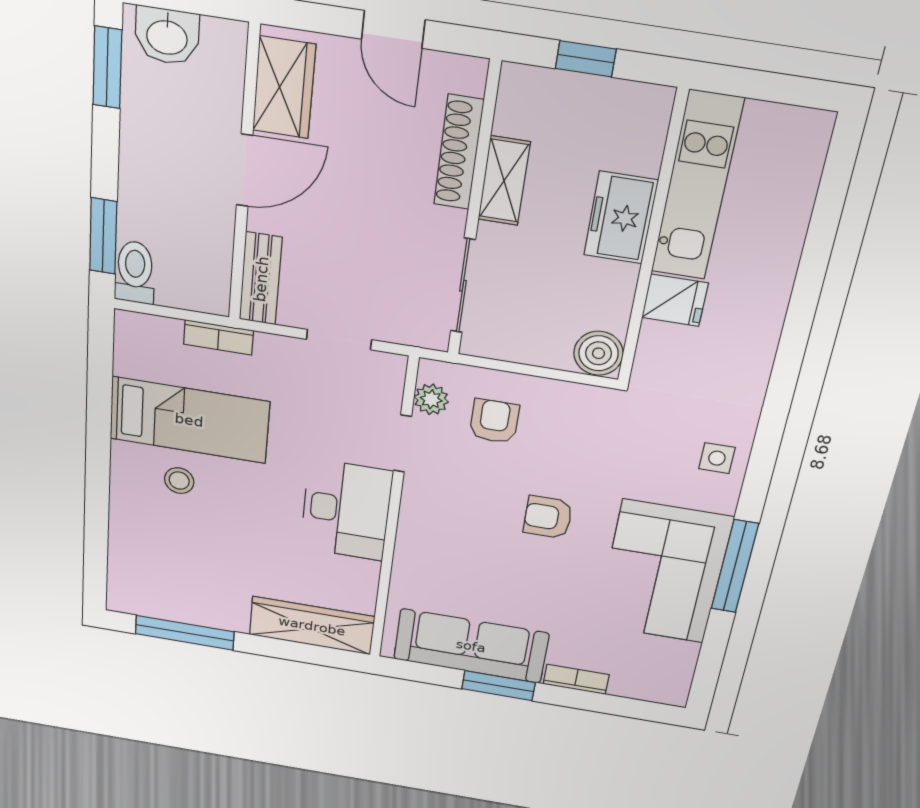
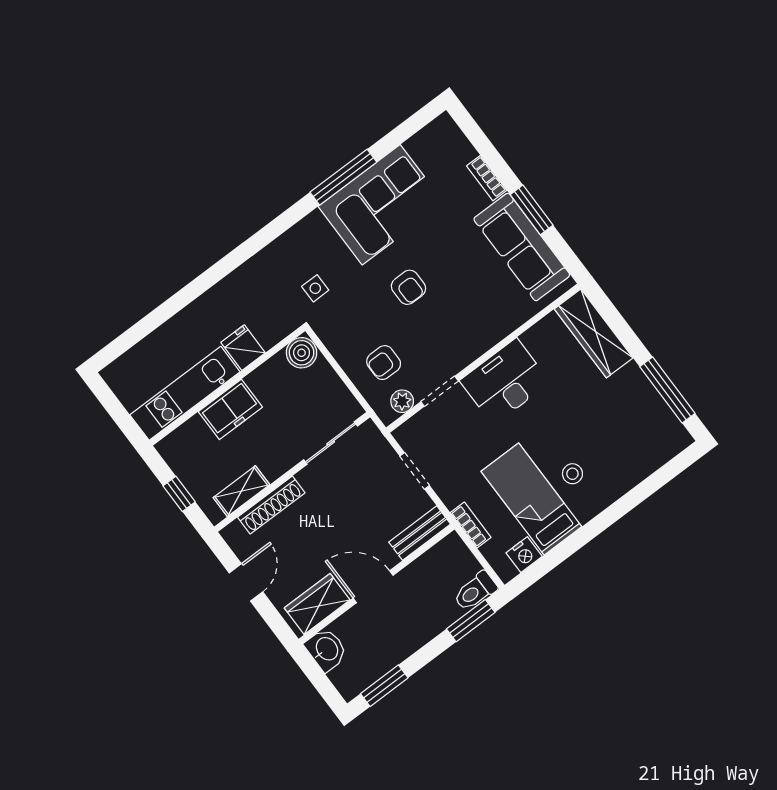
washbasin: (167, 36) -> (326, 649), moved
shelving: (504, 181) -> (241, 491), moved
nightstand: (131, 358) -> (524, 555), added
side table: (717, 458) -> (315, 288), moved

